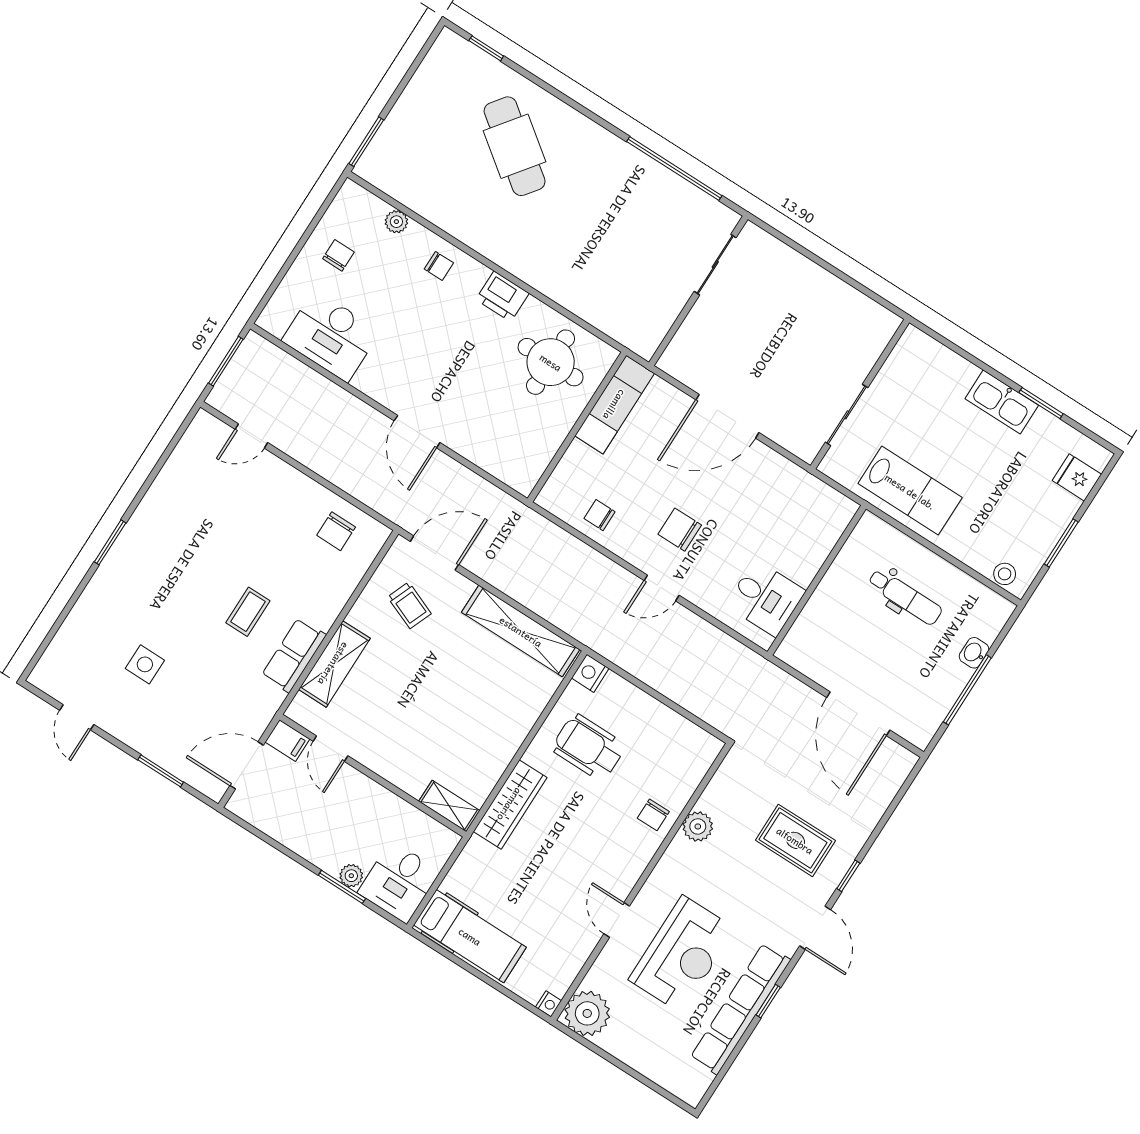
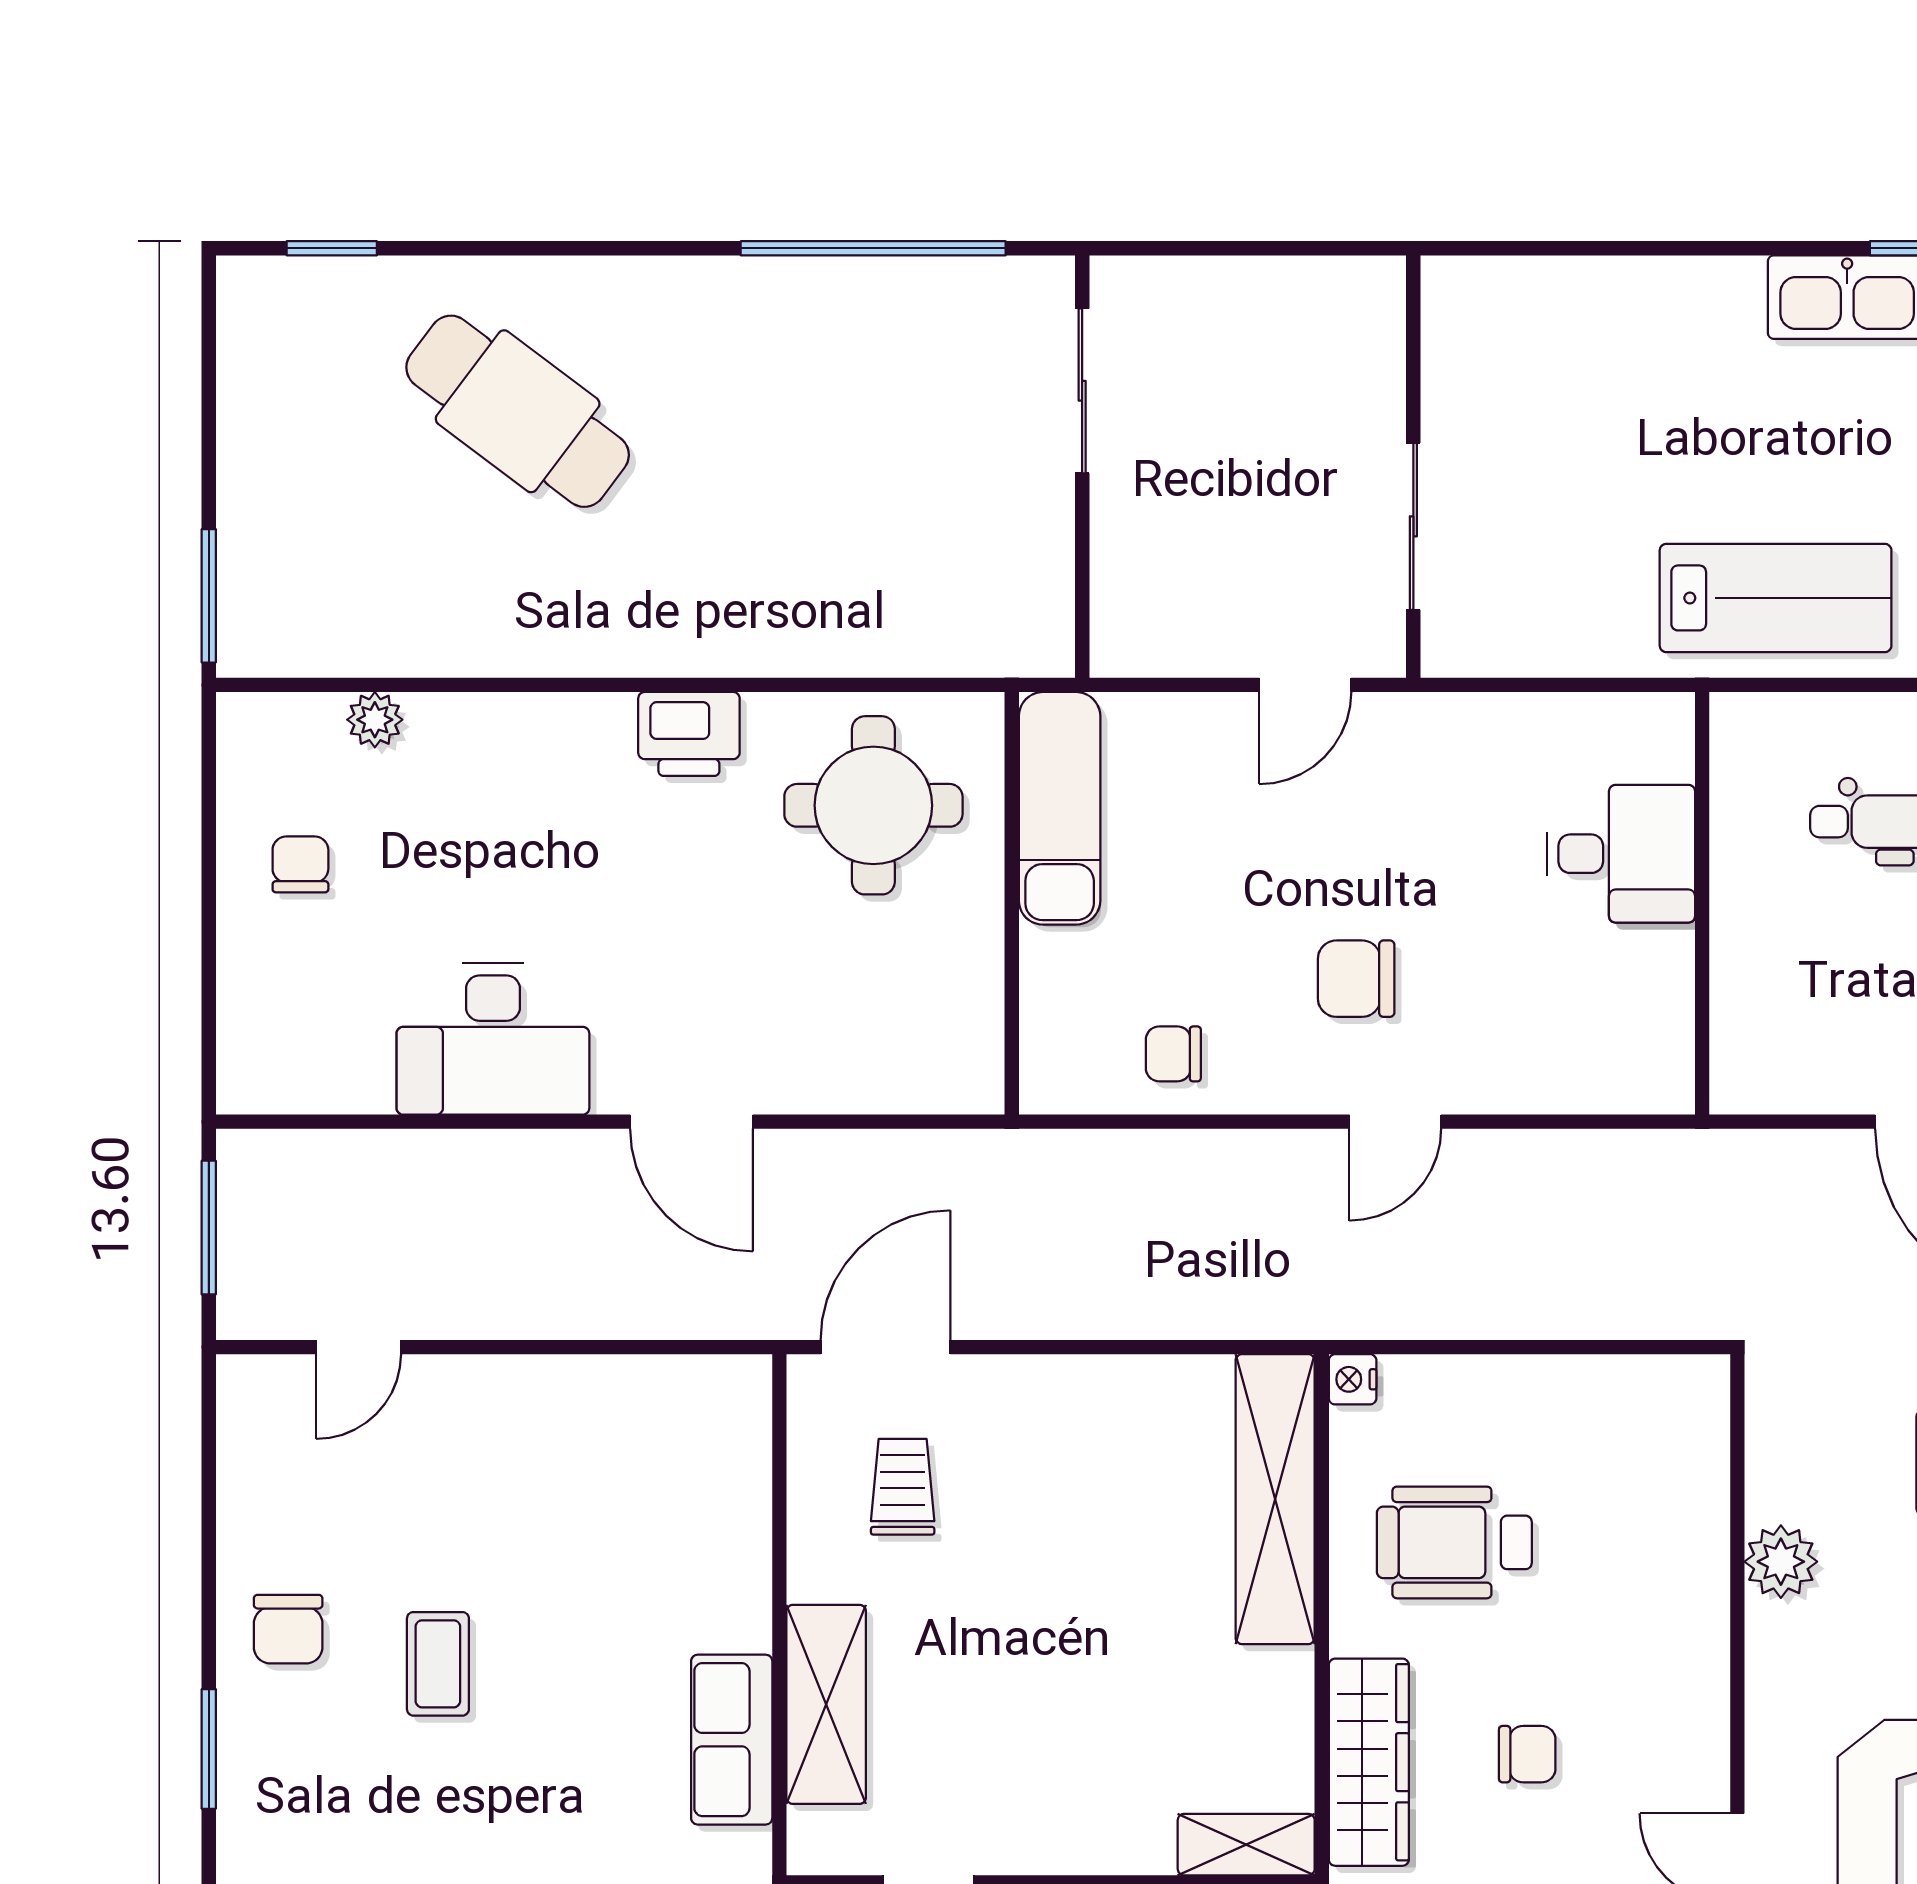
chair: (439, 266) -> (519, 755), removed
desk: (331, 336) -> (493, 1039), moved
wall: (860, 394) -> (1413, 467), moved
sliding door: (847, 415) -> (1413, 526), moved
door: (727, 416) -> (1305, 685), width x0.53
chair: (336, 531) -> (288, 1629), moved
desk: (766, 598) -> (1621, 854), moved
trolley: (409, 605) -> (903, 1487), turned -112
coffee table: (248, 612) -> (438, 1664), moved
shelving: (521, 631) -> (1275, 1499), moved, turned 90
nightstand: (590, 673) -> (1353, 1379), width x0.72, depth x0.74
chair: (653, 815) -> (1527, 1754), moved, turned -90

